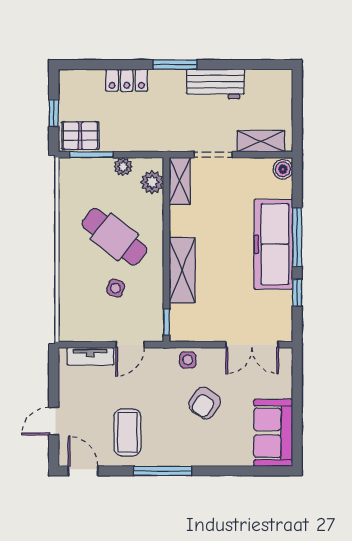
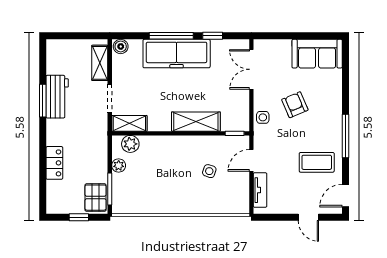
window: (175, 65) -> (43, 101), moved
cafe table: (114, 237) -> (171, 172), removed
door: (130, 345) -> (251, 160), swing flipped
double door: (252, 345) -> (251, 69), swing flipped
armchair: (205, 403) -> (295, 105), turned -147

